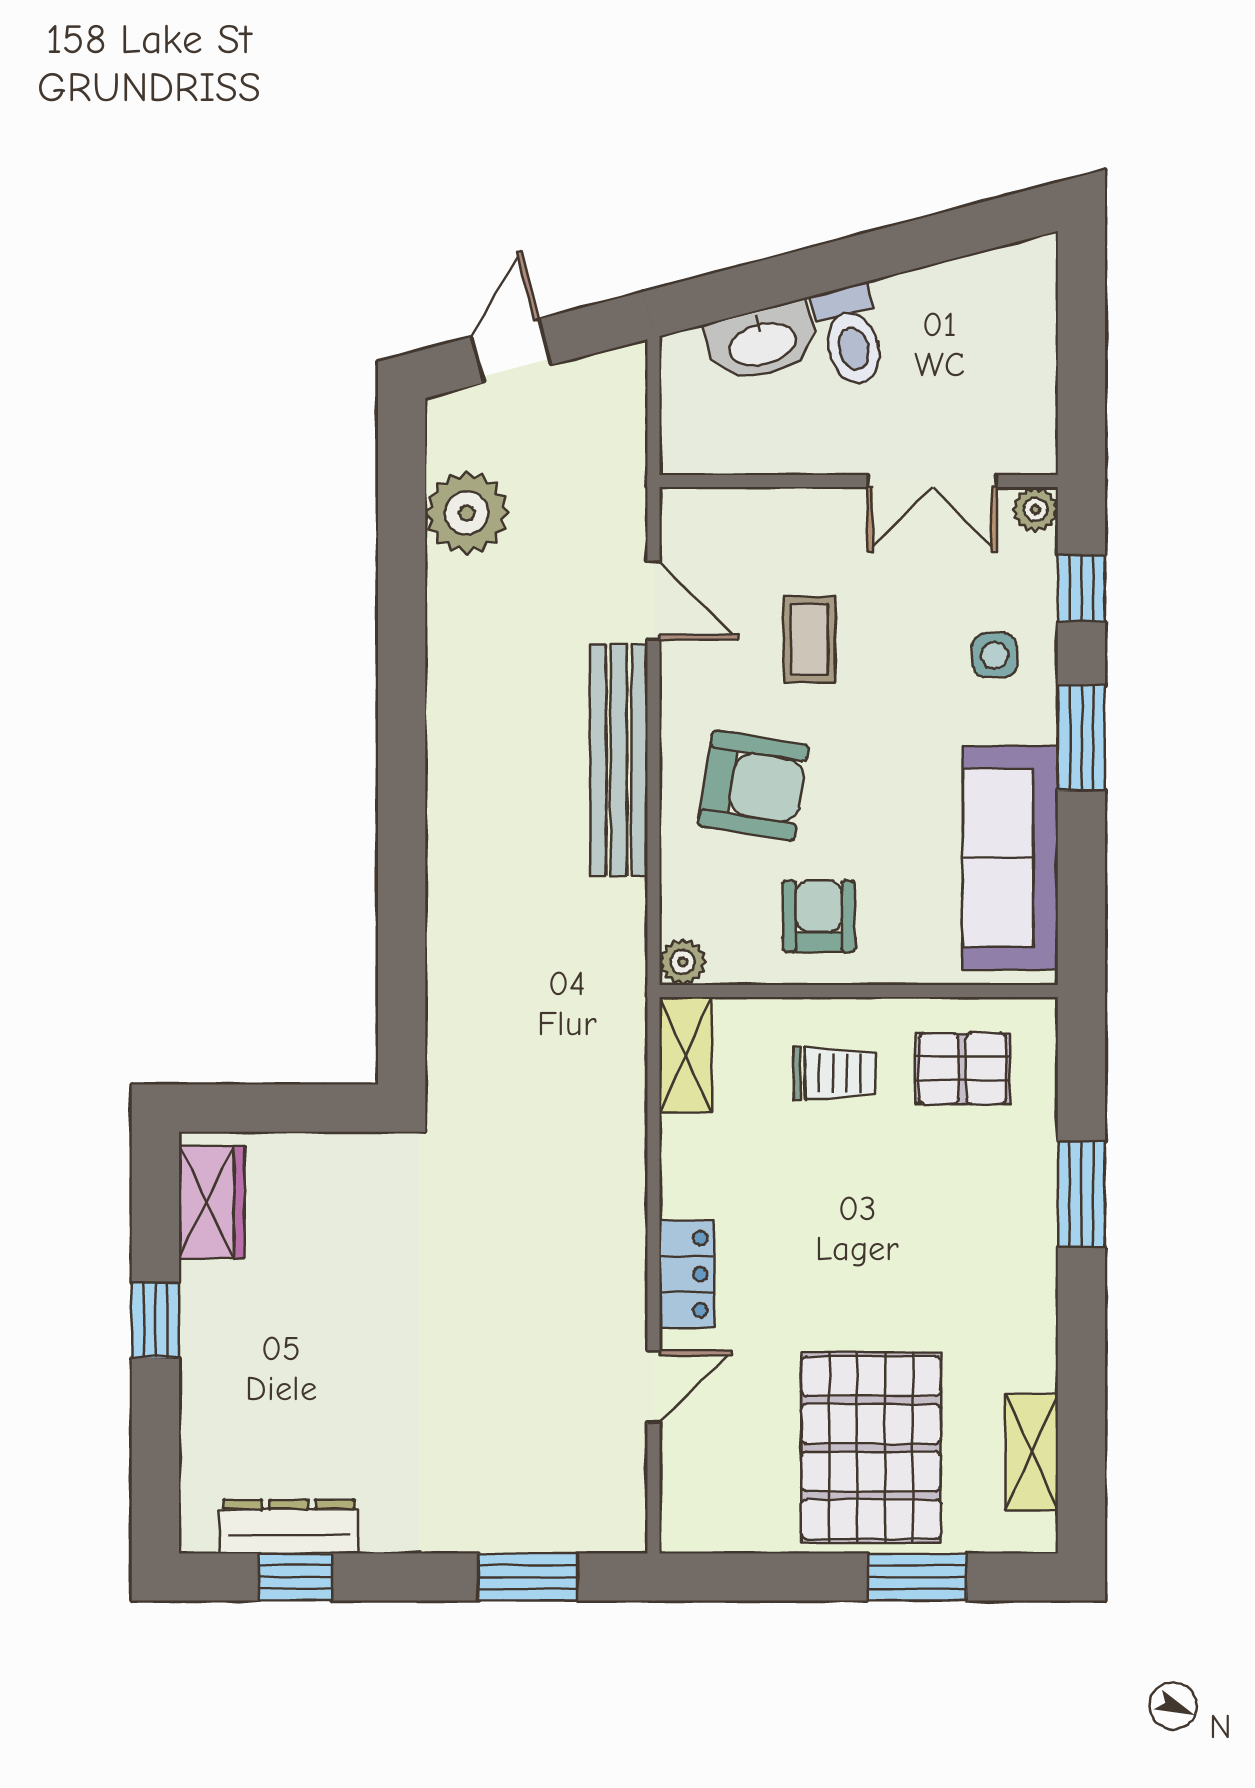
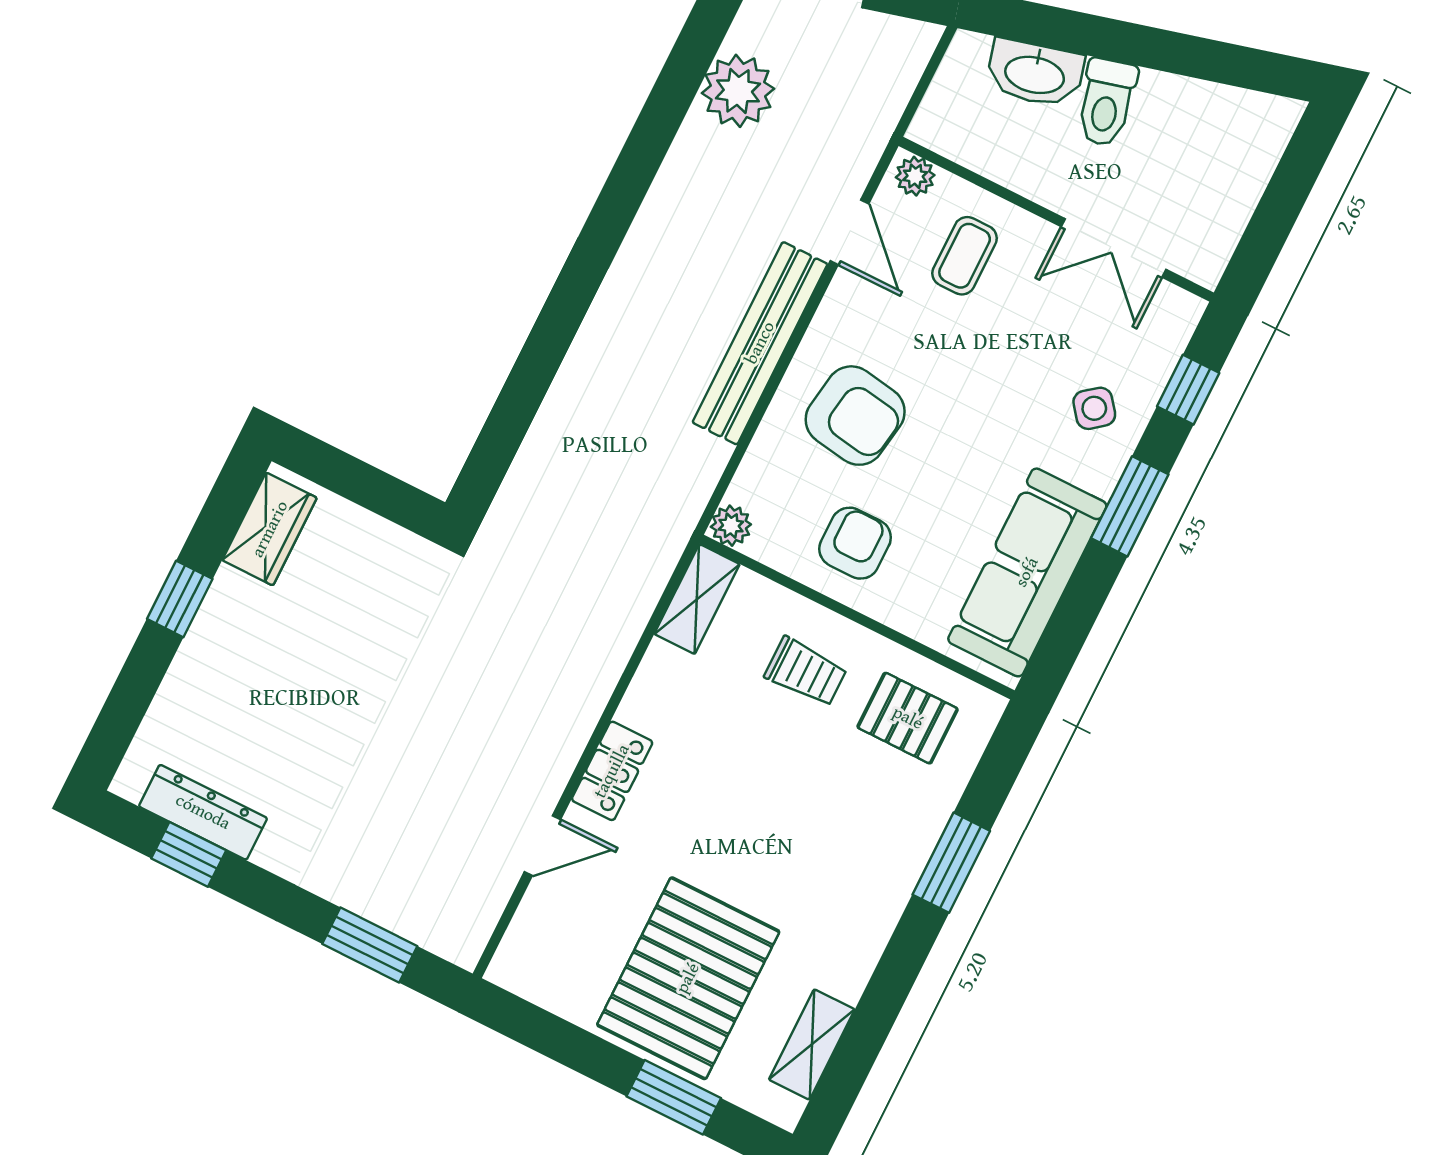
plant: (1036, 509) -> (915, 176), moved
coffee table: (809, 639) -> (965, 256), moved
side table: (995, 655) -> (1094, 408), turned -38

